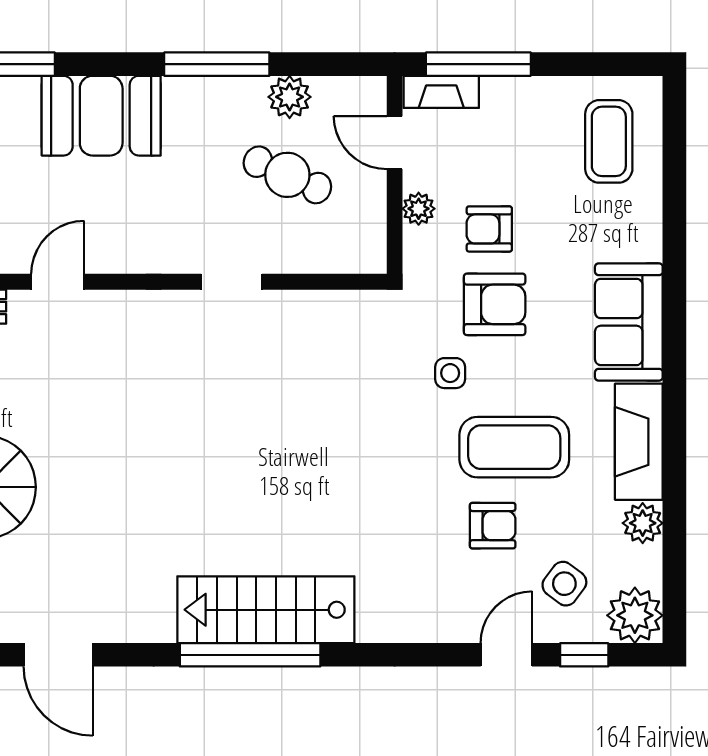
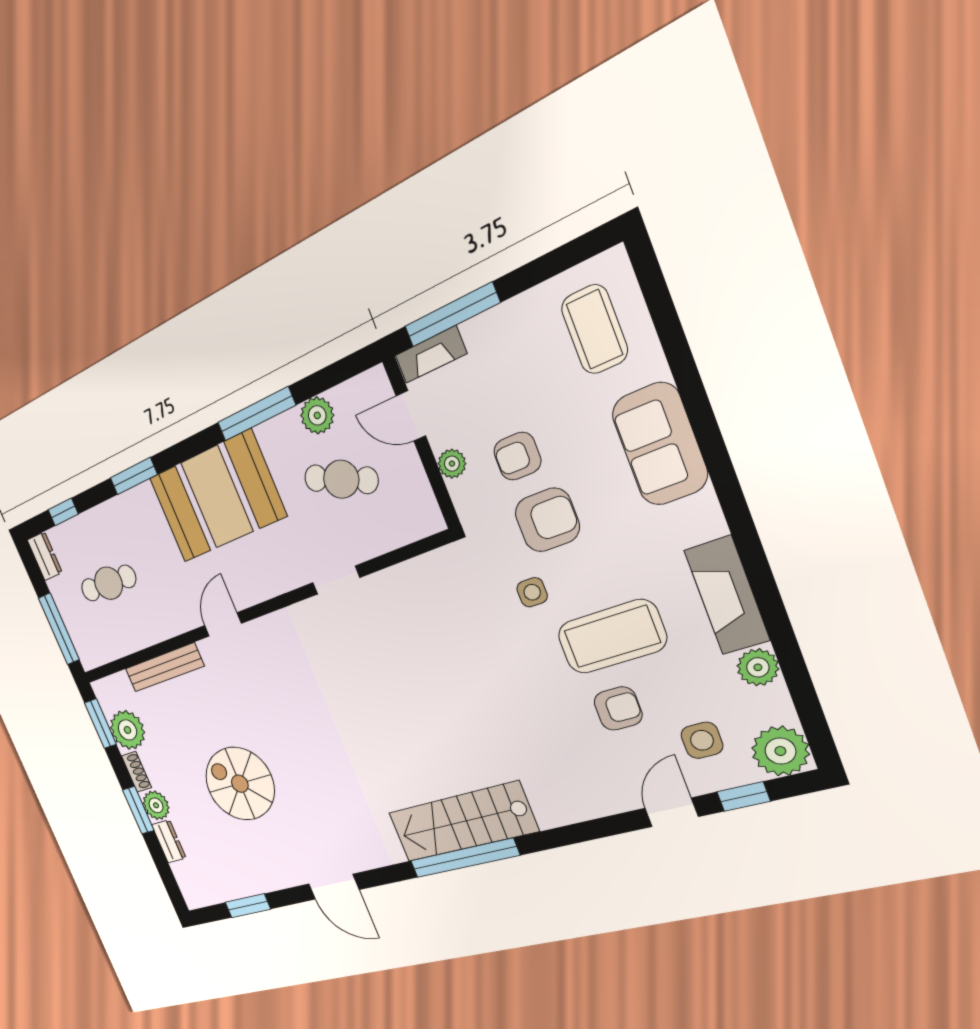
booth: (101, 116) -> (217, 497), width x1.36, depth x1.42
sofa: (629, 322) -> (660, 444), moved
side table: (564, 584) -> (702, 740), turned -37

